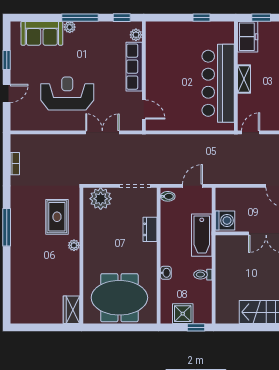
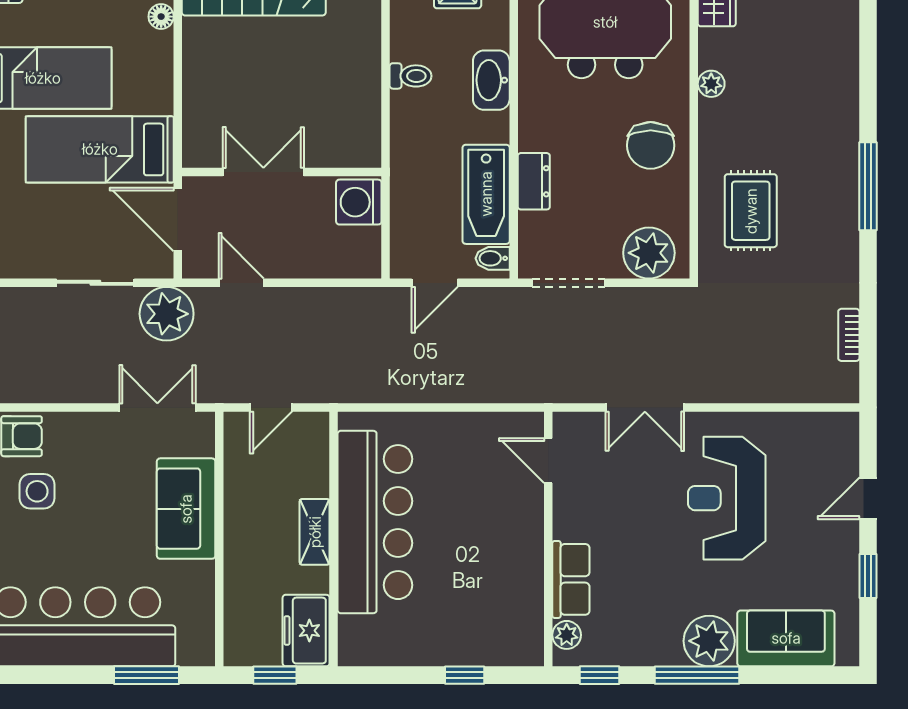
window: (201, 18) -> (465, 675), moved
plant: (70, 27) -> (709, 641), width x1.88, depth x1.88
row of seats: (134, 67) -> (571, 579), width x0.68
reception desk: (67, 93) -> (727, 498), turned 90
door: (251, 132) -> (271, 407), moved
bathtub: (202, 235) -> (486, 194), moved, turned 180
plant: (74, 245) -> (711, 84), moved
chair: (100, 245) -> (651, 145), added
washbasin: (166, 273) -> (491, 80), width x1.91, depth x1.45

